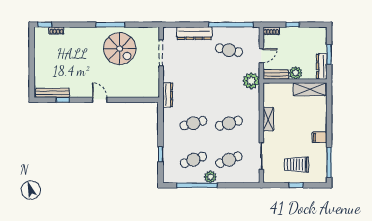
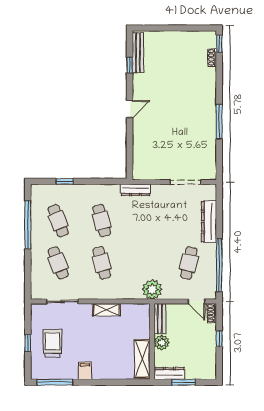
spiral stairs: (120, 49) -> (191, 133), removed
door: (261, 56) -> (197, 301), moved
plant: (210, 177) -> (38, 241), removed

